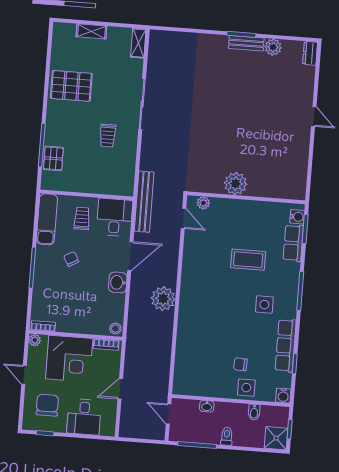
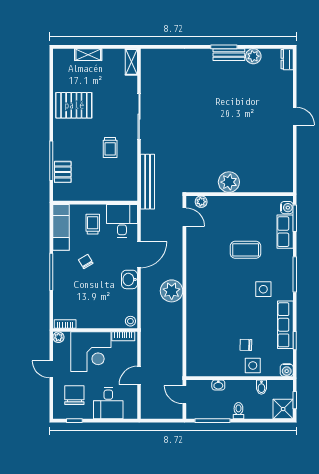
bench: (144, 202) -> (148, 182), moved

